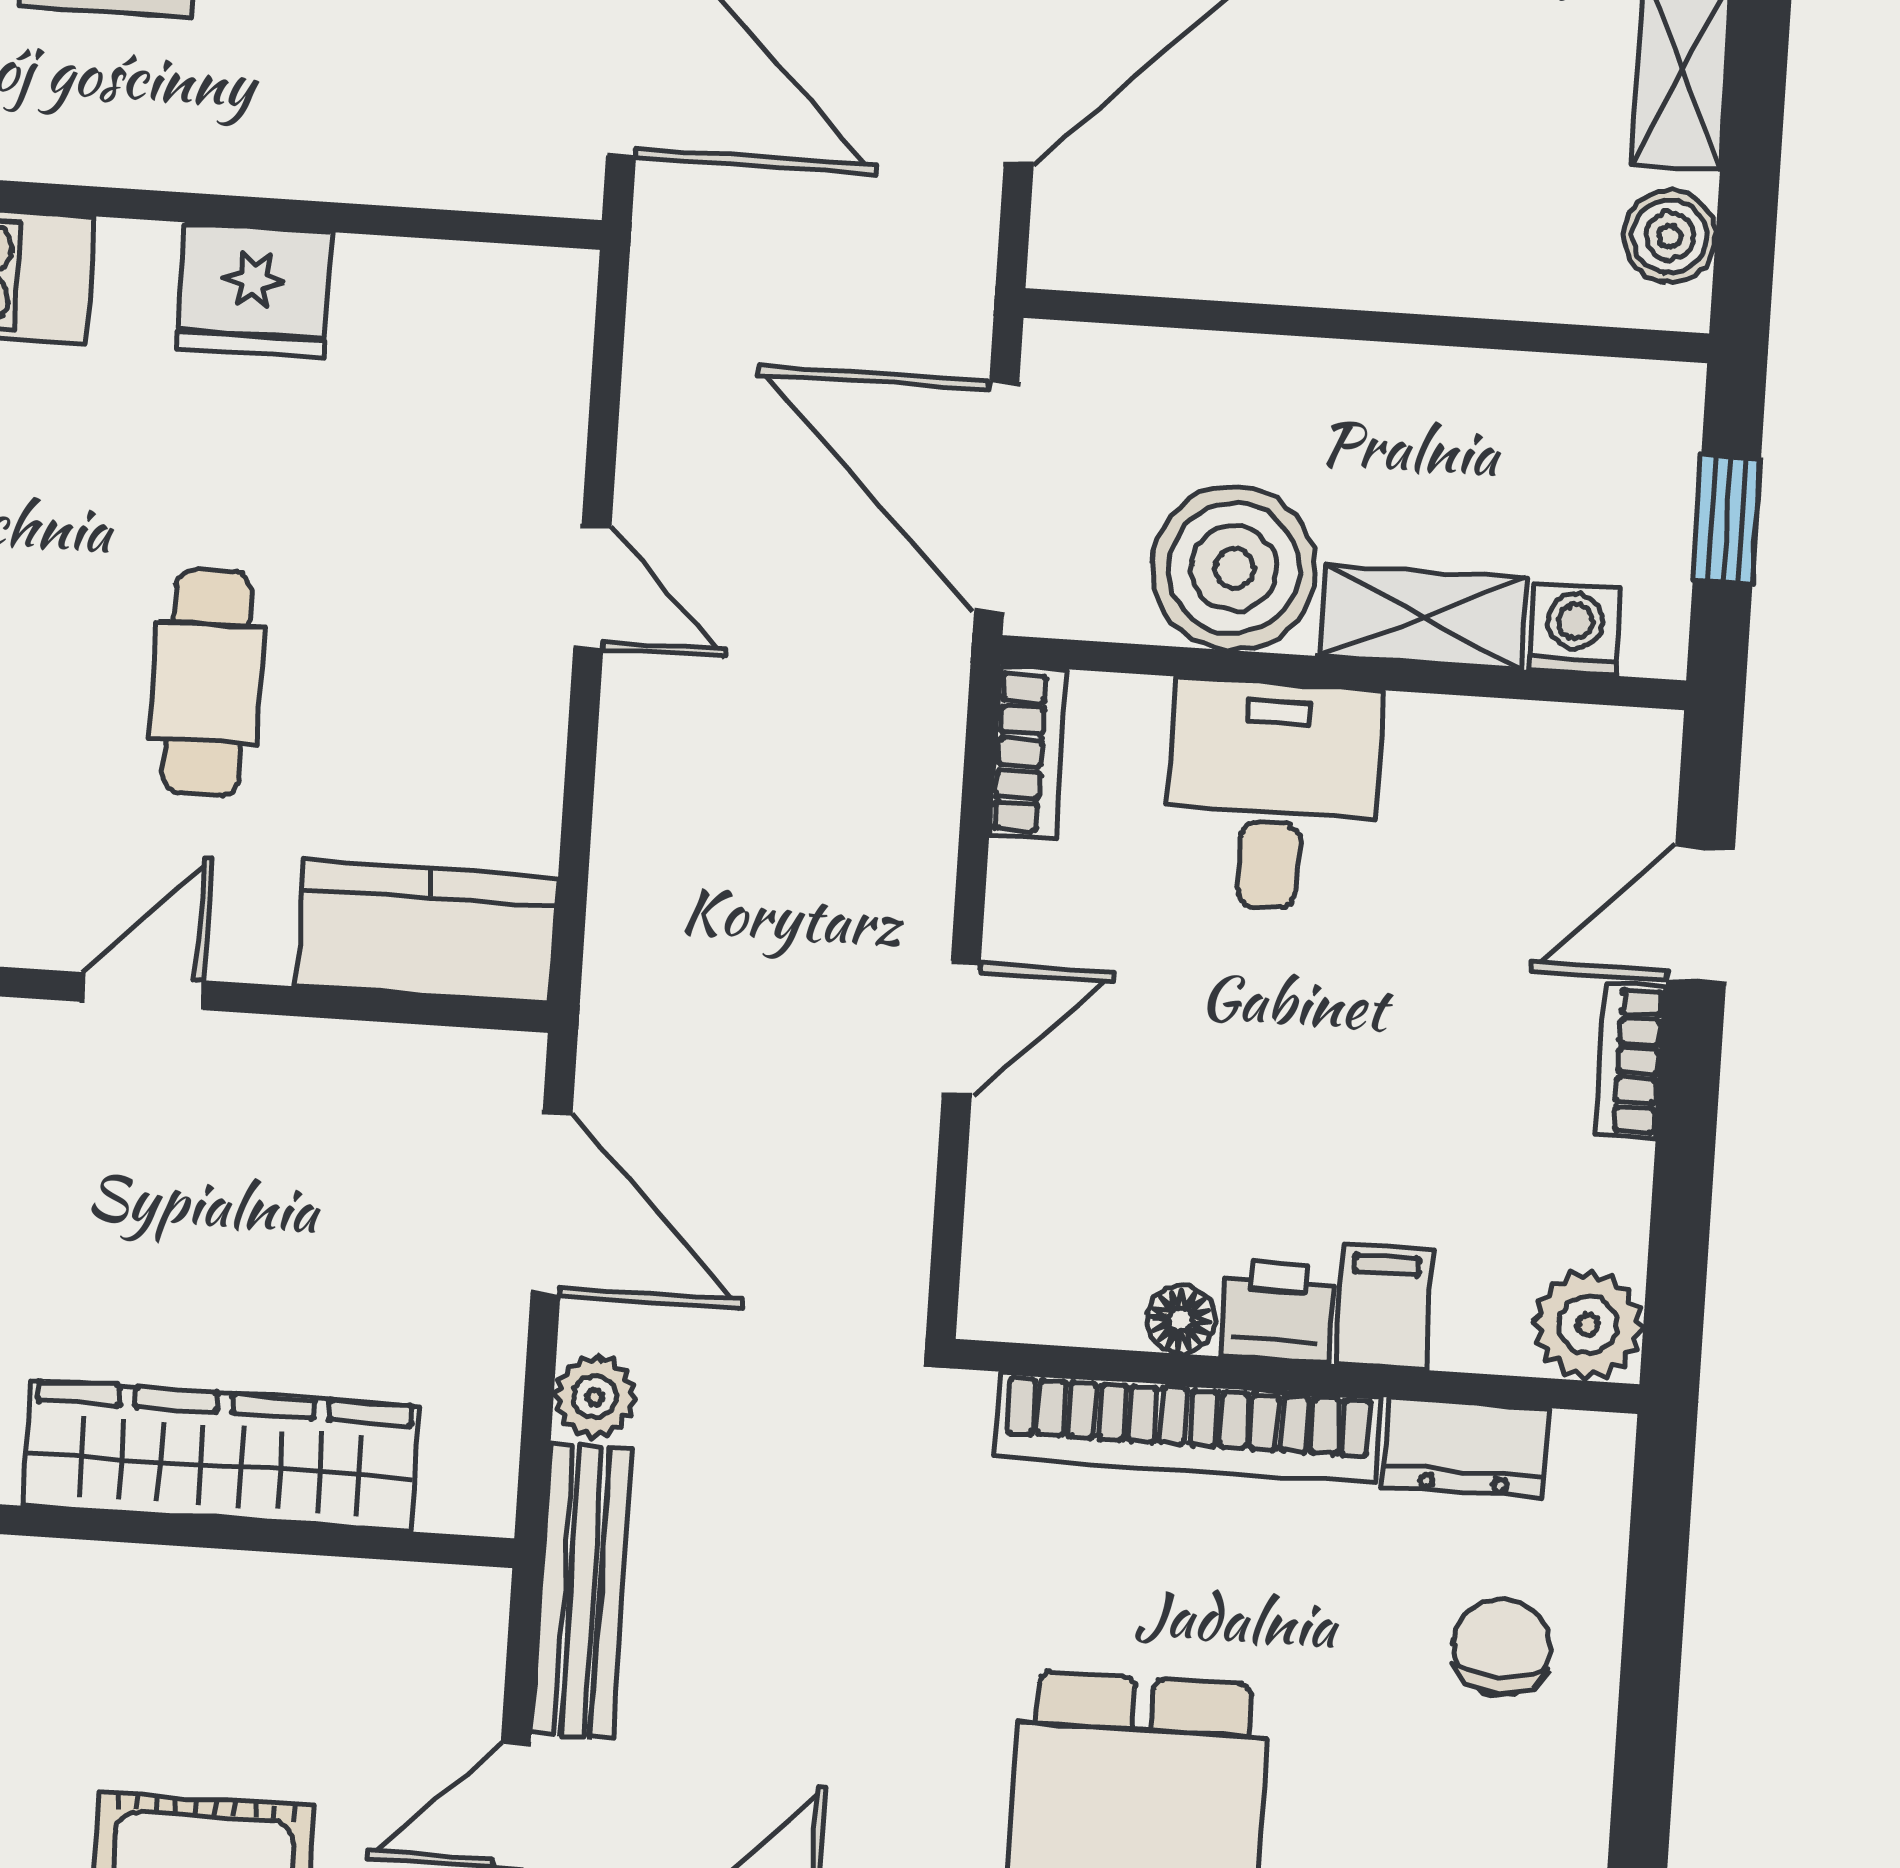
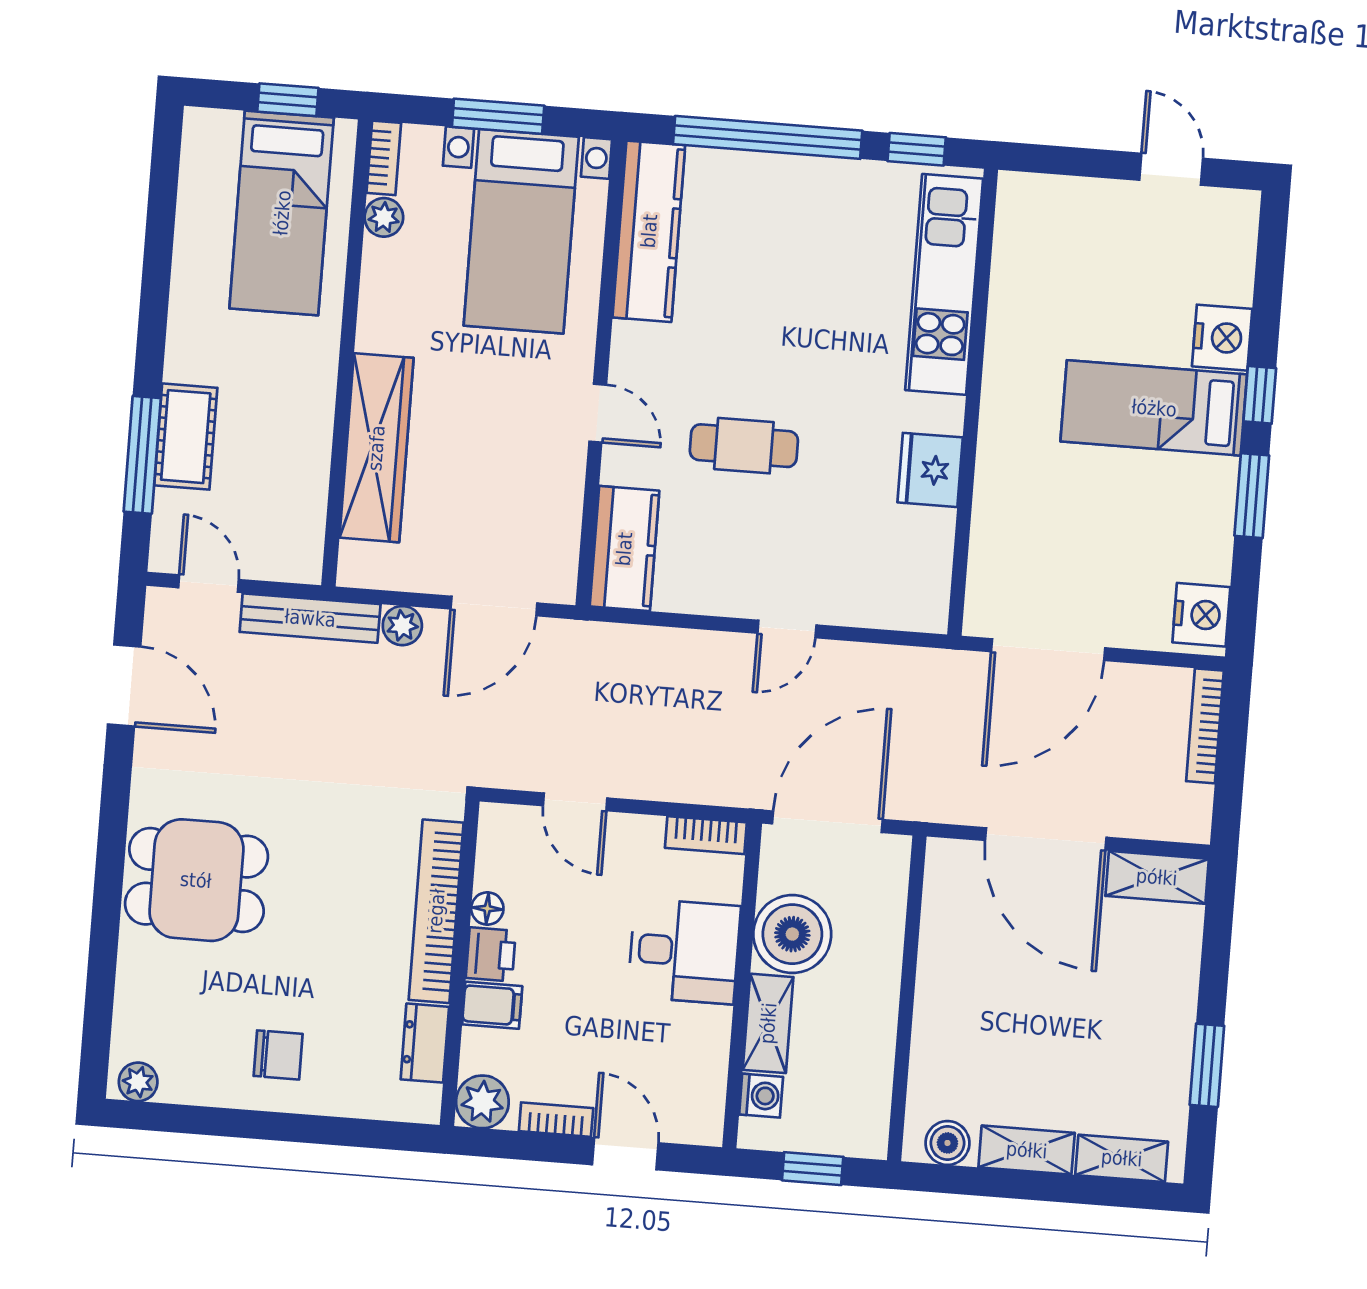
filing cabinet: (1384, 1307) -> (492, 1005), moved
printer: (1277, 1311) -> (491, 954), moved
floor lamp: (1181, 1320) -> (487, 908), moved
plant: (1588, 1325) -> (482, 1102), moved
wall: (1297, 1376) -> (460, 963), moved
bookcase: (1188, 1427) -> (436, 911), moved
dresser: (1466, 1448) -> (425, 1043), moved

